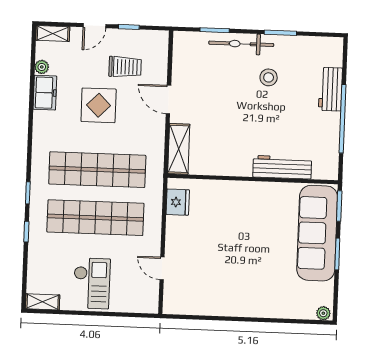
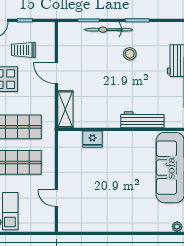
trolley: (125, 67) -> (23, 50), turned 180
fridge: (178, 202) -> (92, 139), moved, turned 90

